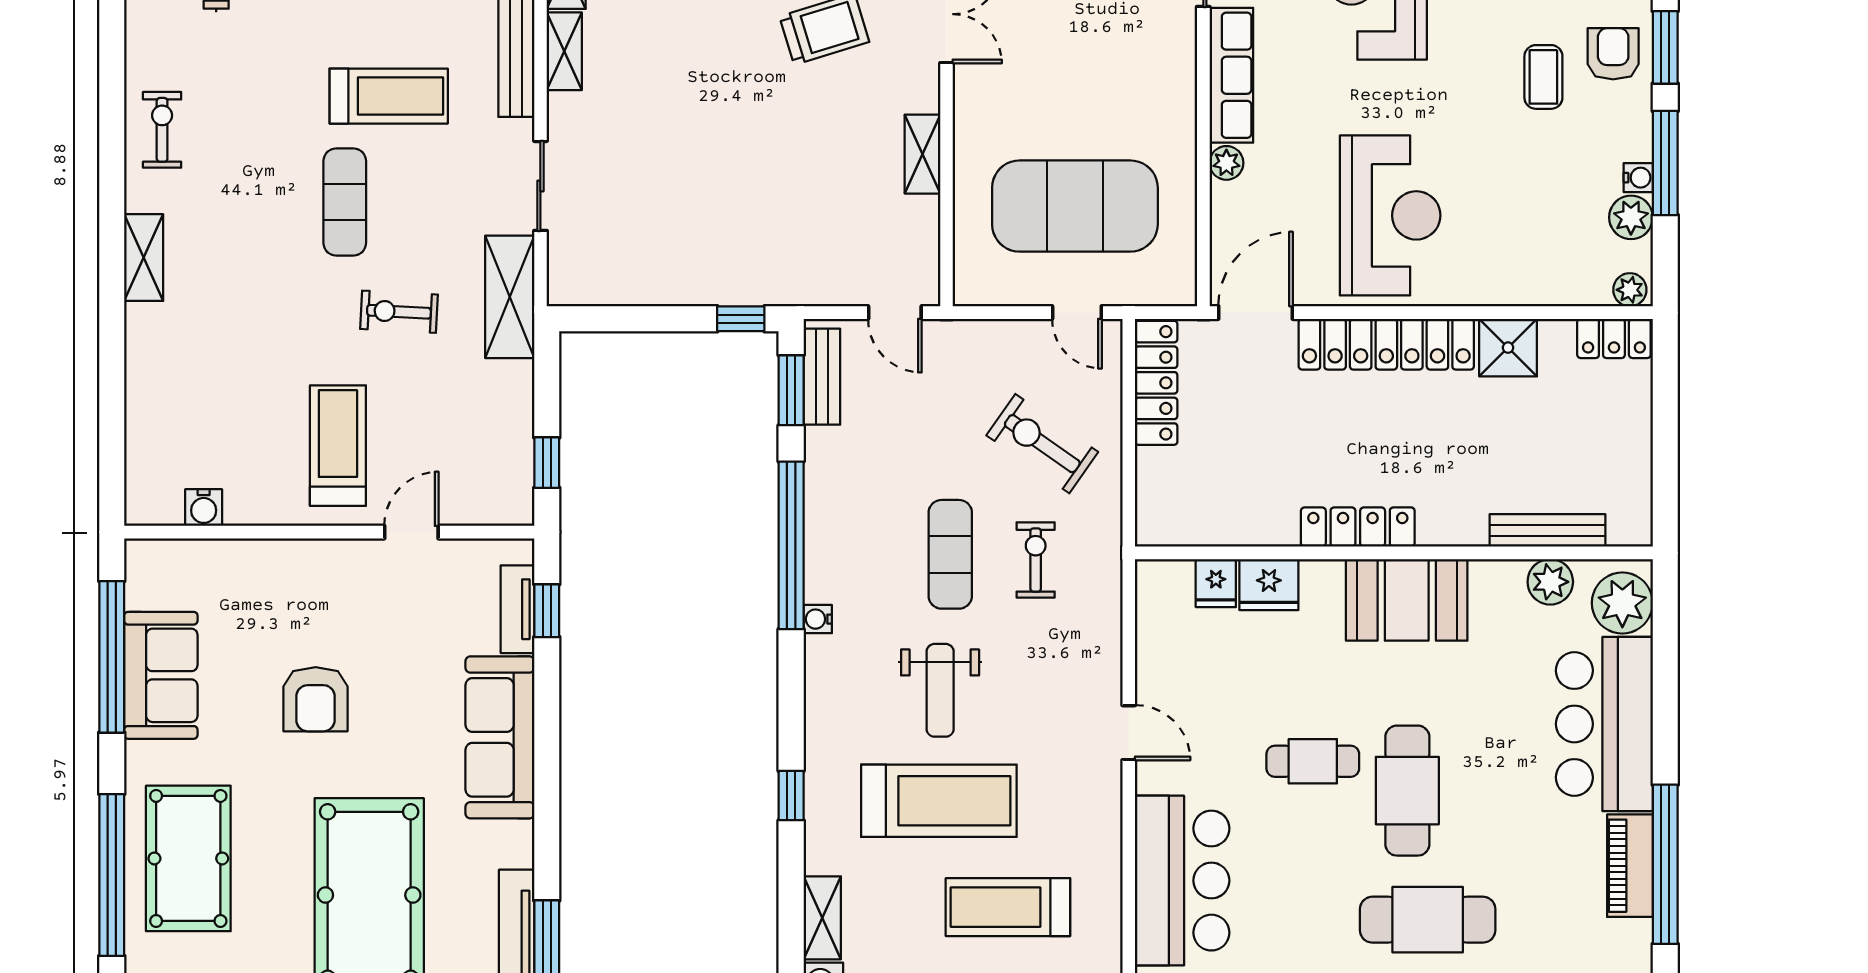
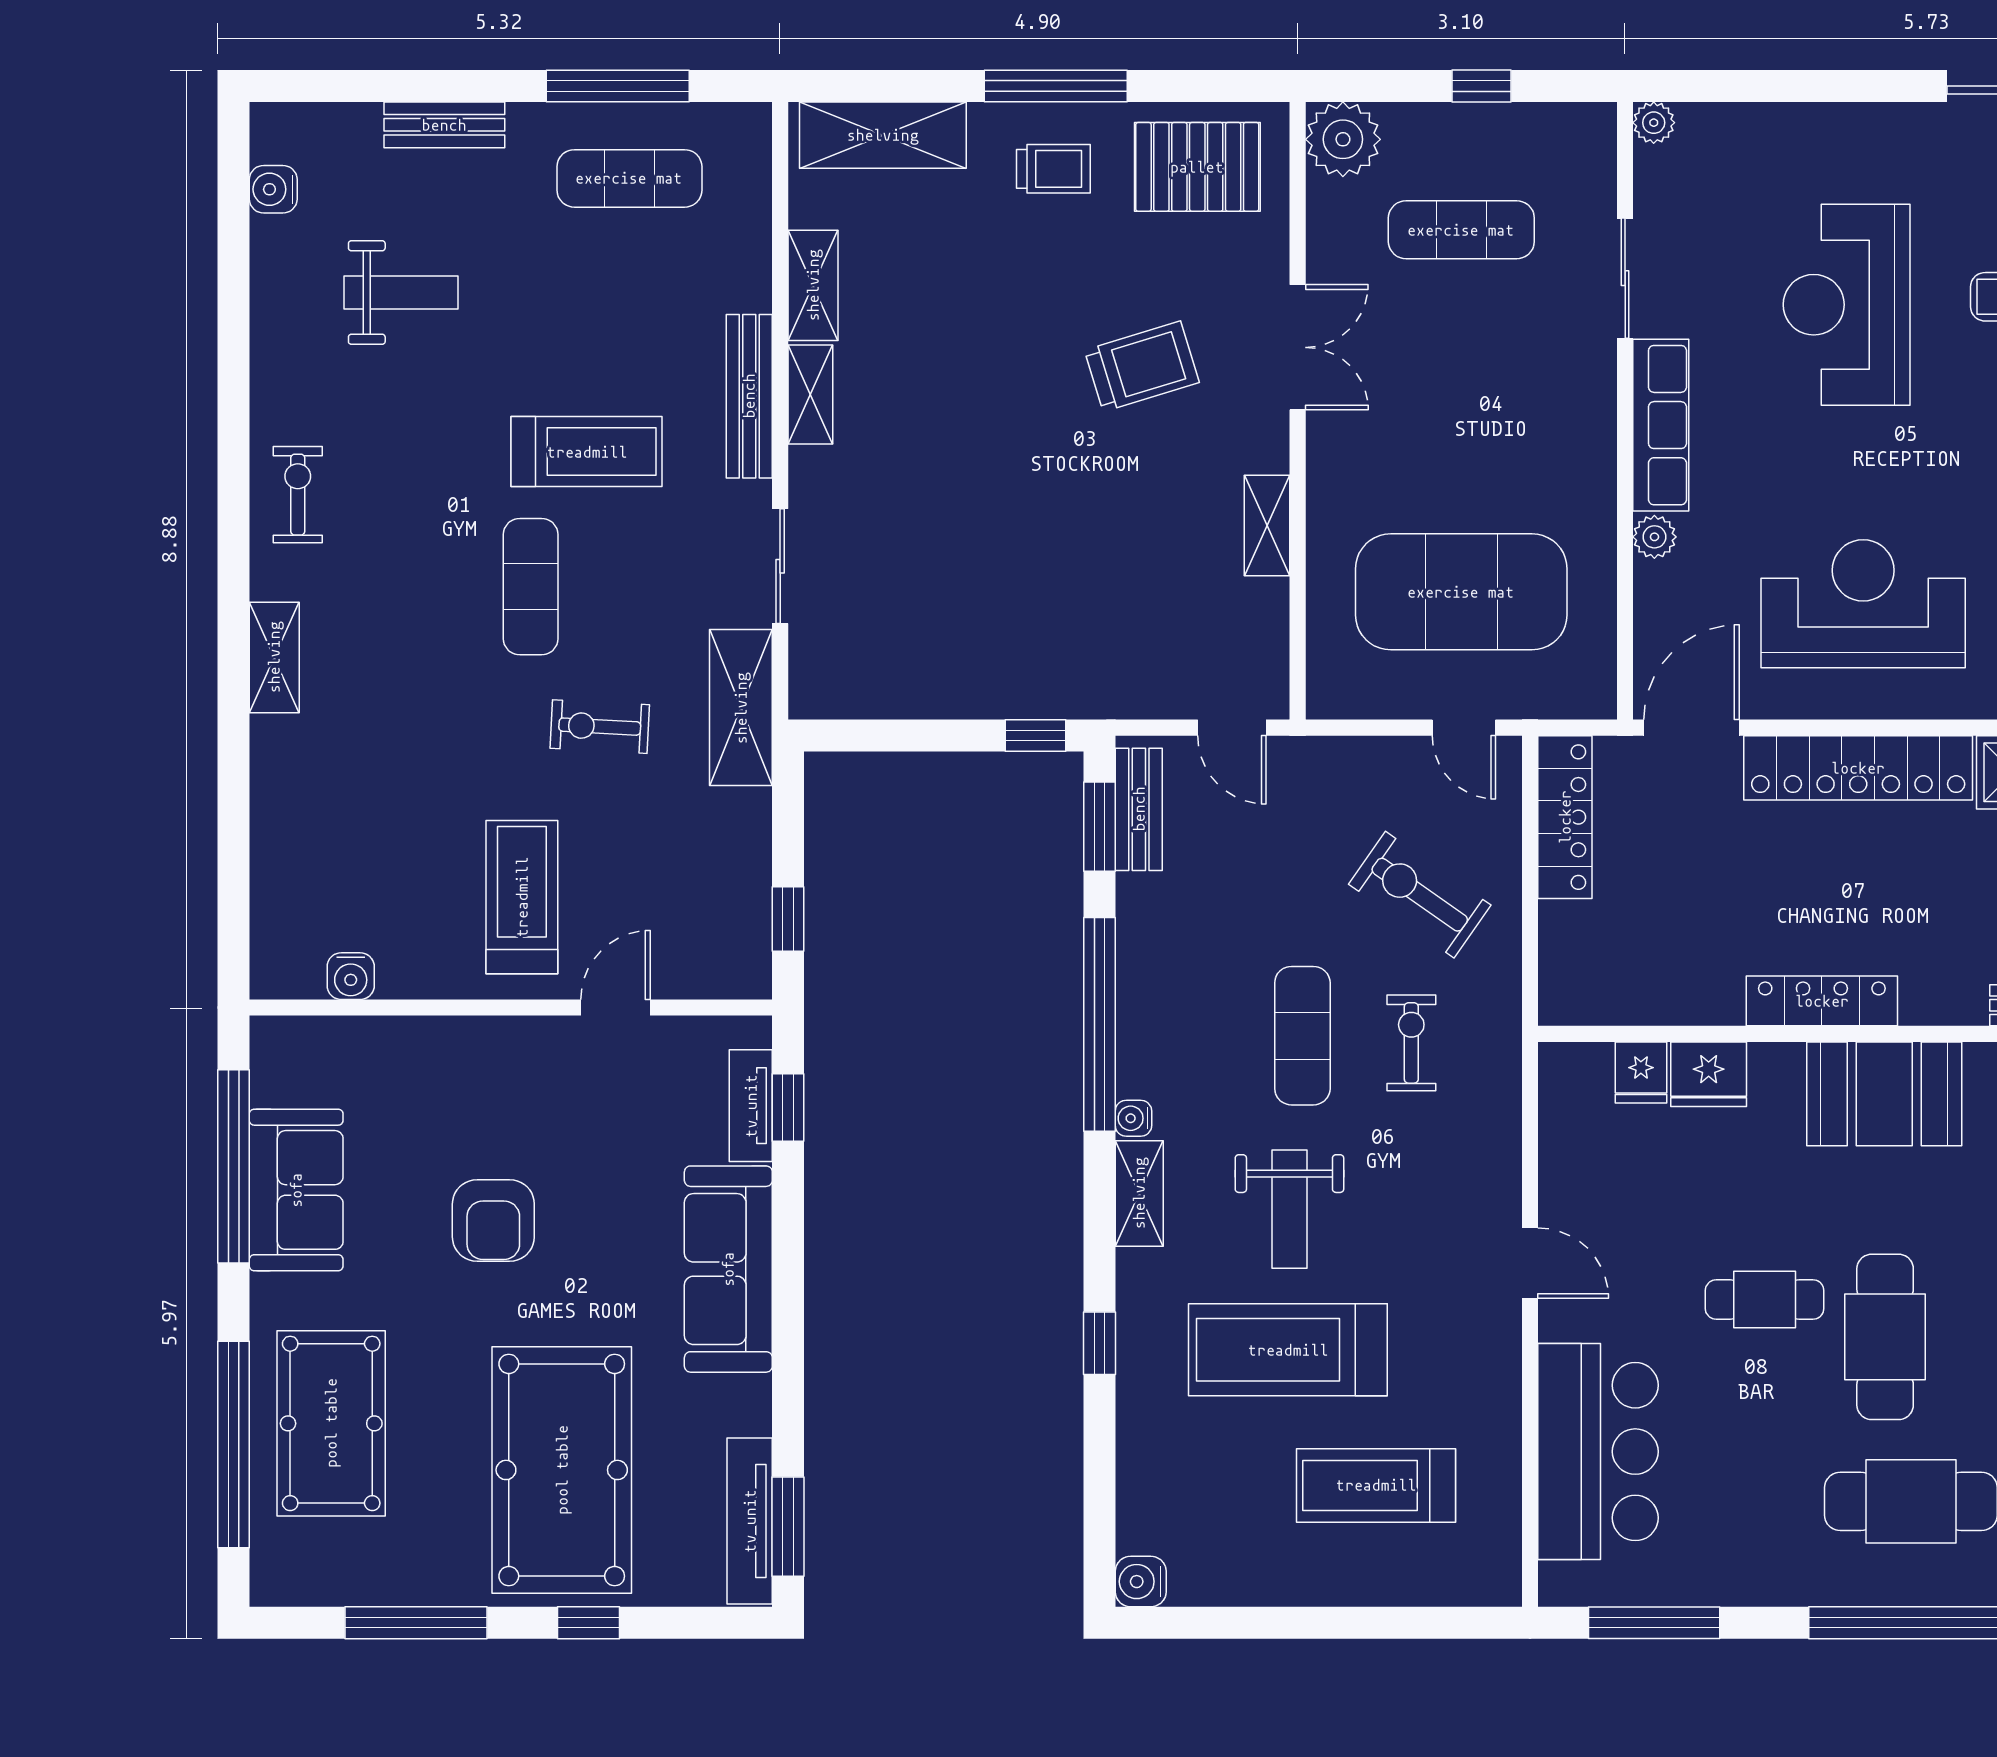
reception desk: (1390, 215) -> (1863, 604), turned -90
treadmill: (939, 801) -> (1288, 1350), turned 180
shelving: (822, 918) -> (1139, 1193), moved

